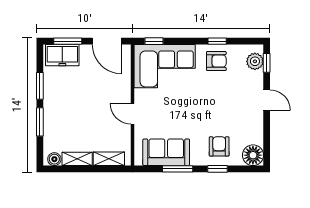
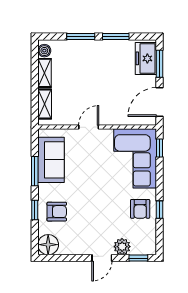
plant: (255, 61) -> (122, 247), moved

